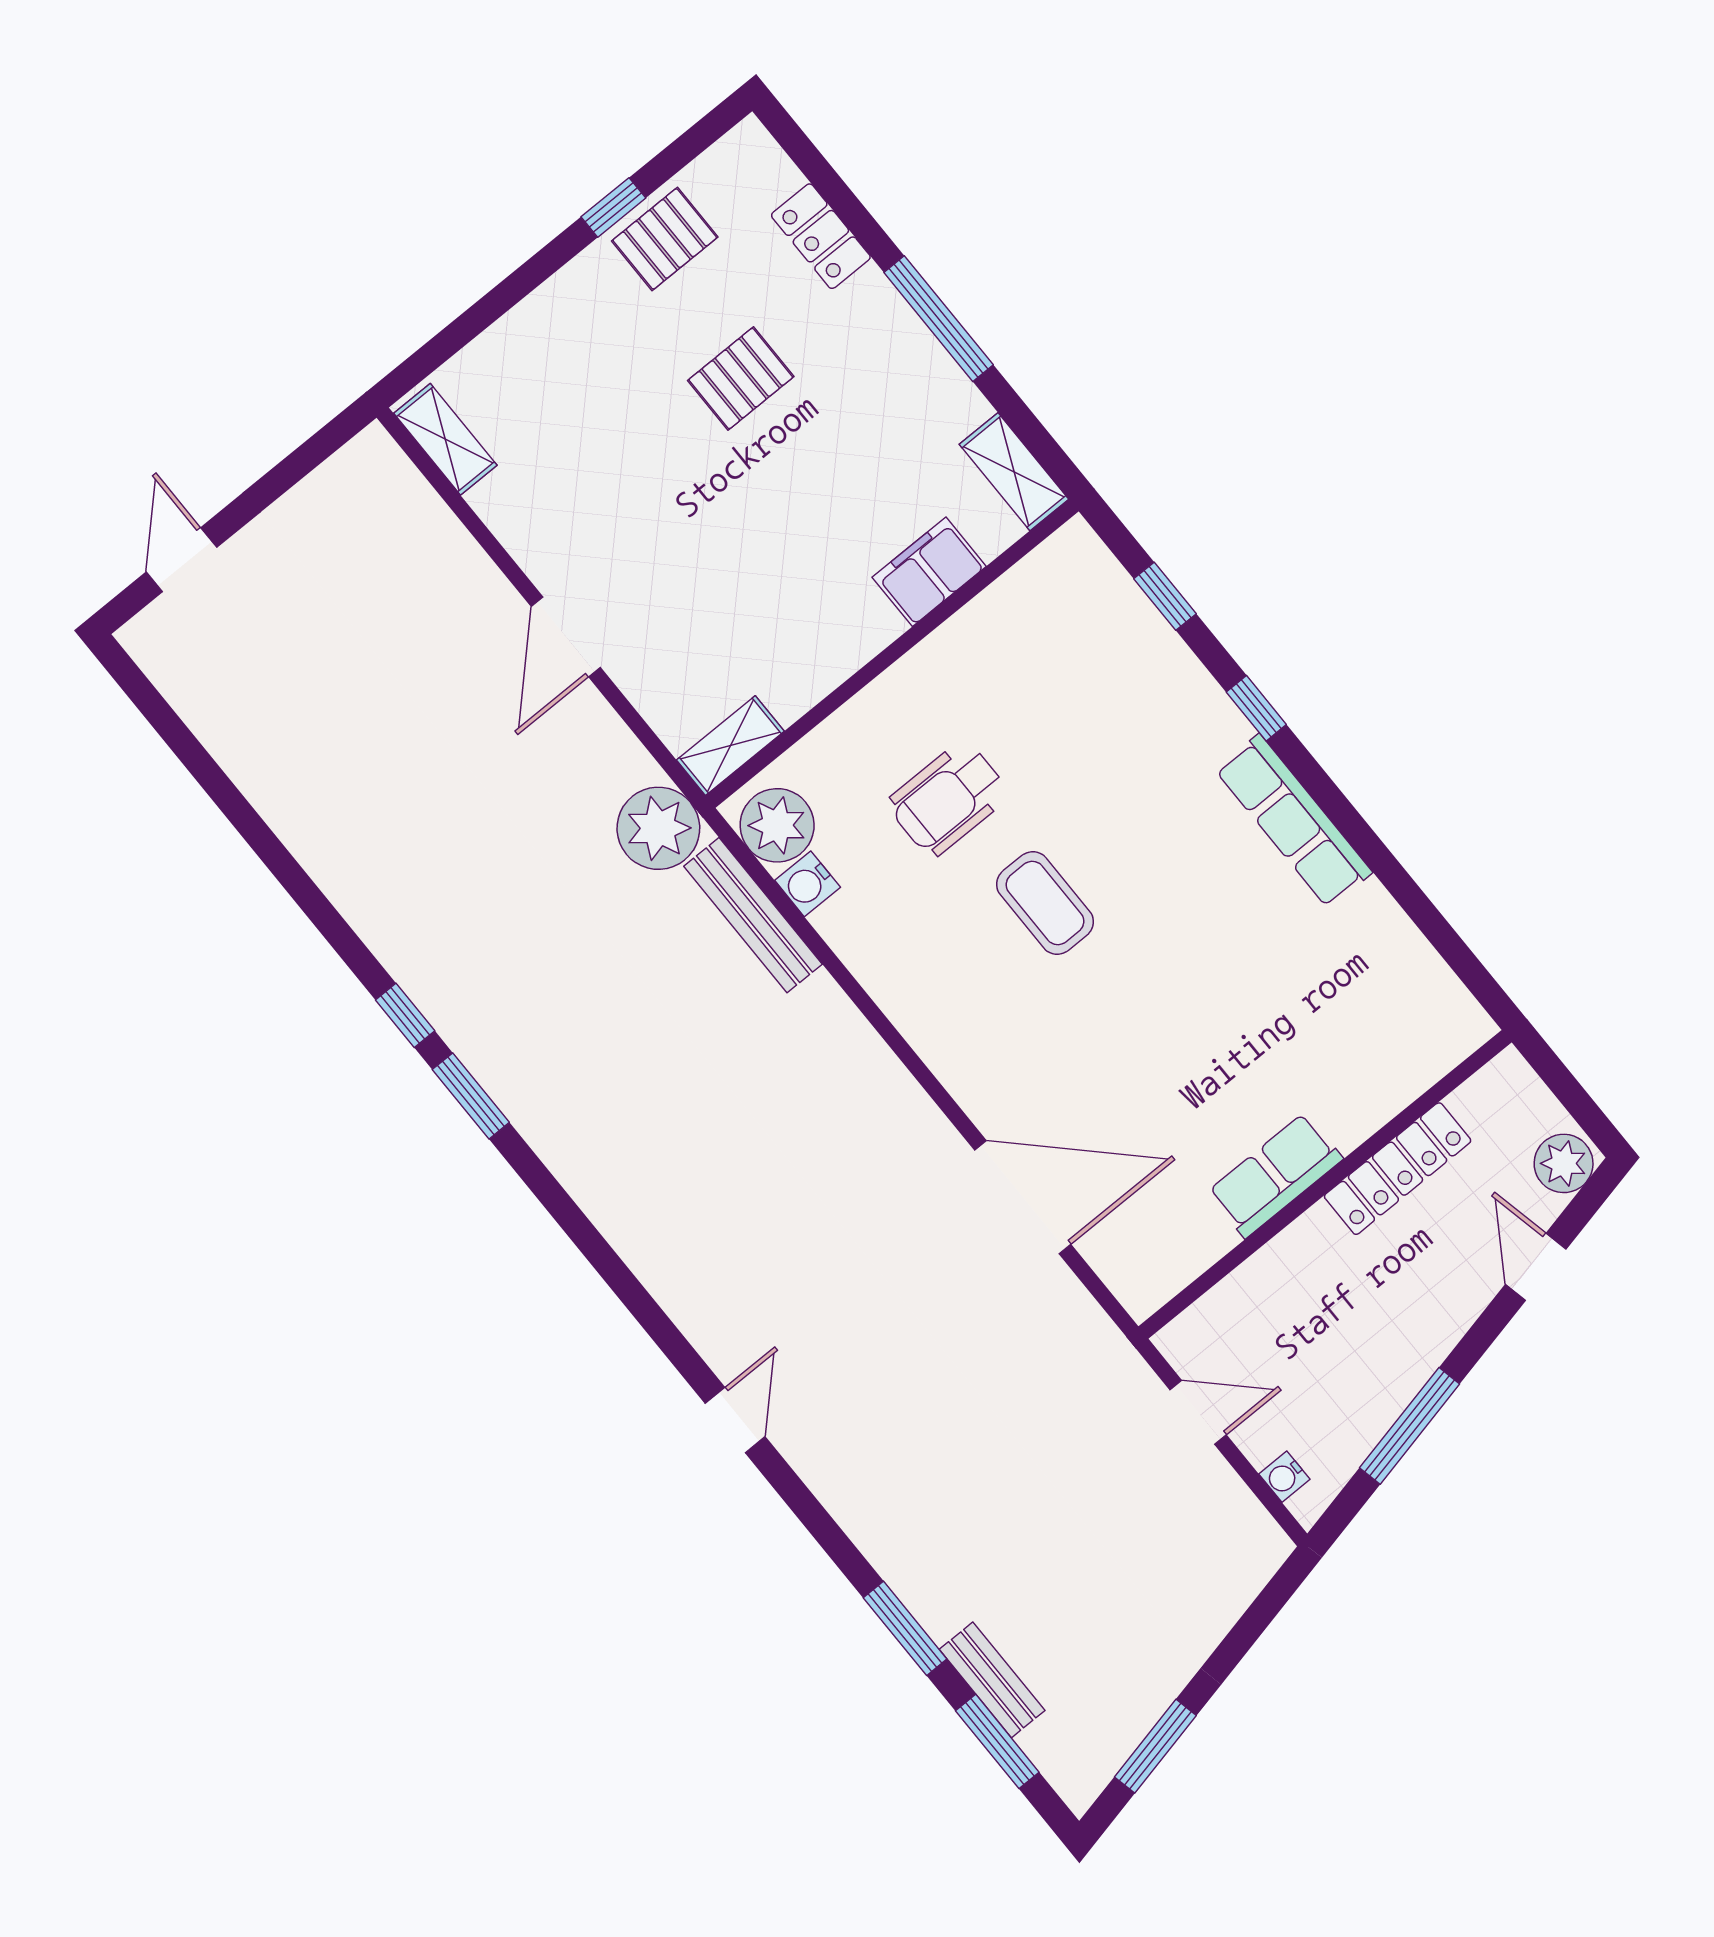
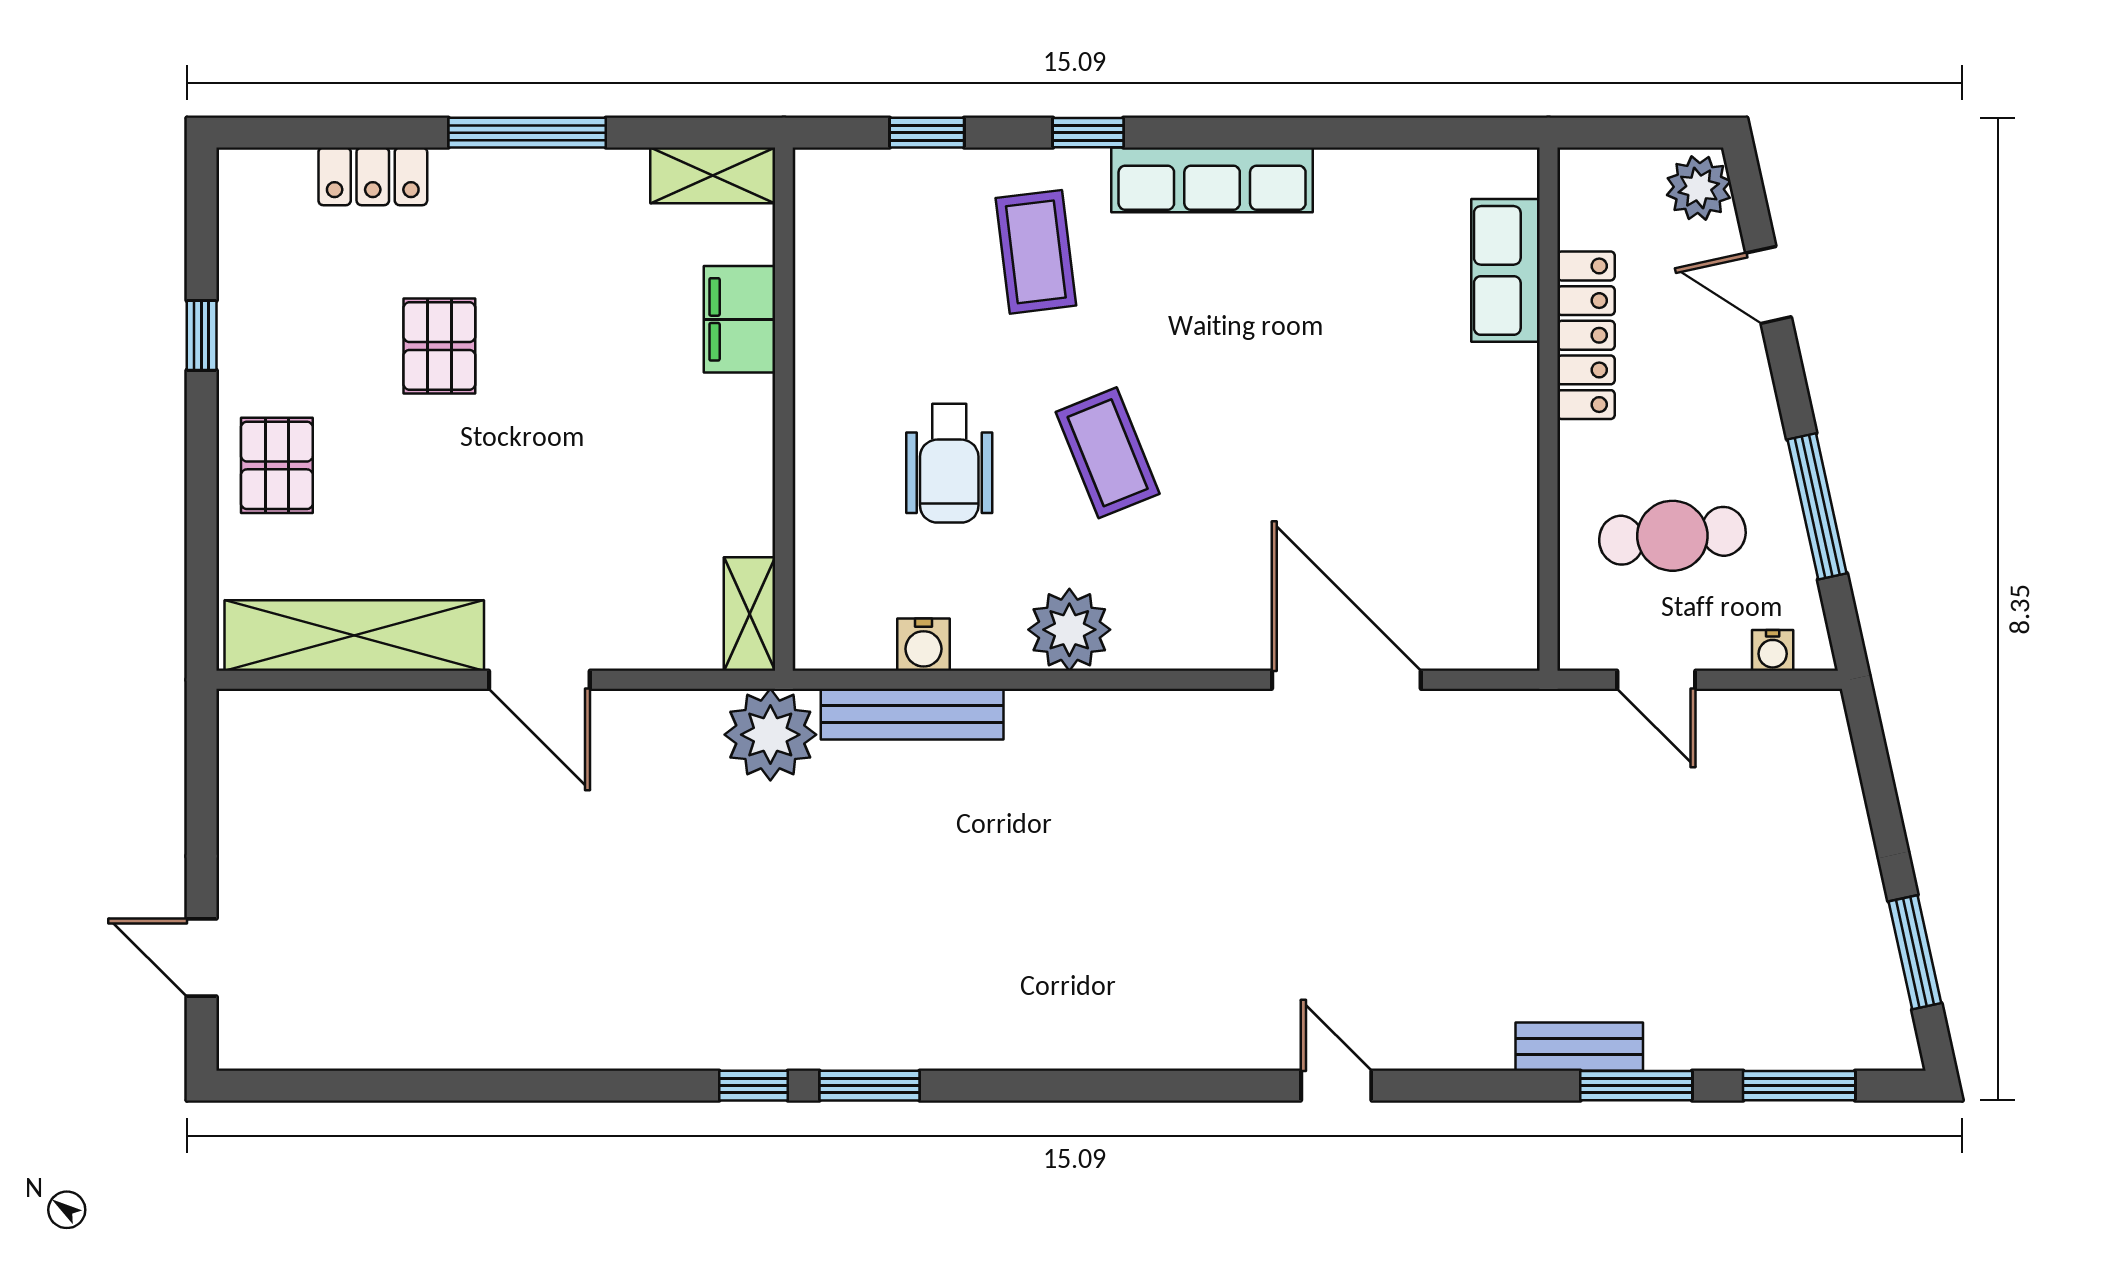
pallet: (665, 239) -> (277, 465), moved
shelving: (445, 439) -> (354, 636), width x2.20, depth x1.33
coffee table: (1144, 739) -> (1036, 252), added
plant: (777, 825) -> (1069, 630), moved
coffee table: (1045, 903) -> (1108, 453), turned 68
row of seats: (1275, 1175) -> (1505, 270), moved
door: (1023, 1197) -> (1346, 680), hinge flipped
cafe table: (1307, 1342) -> (1672, 536), added
door: (1198, 1412) -> (1656, 680), swing flipped
bench: (992, 1680) -> (1579, 1047), moved

